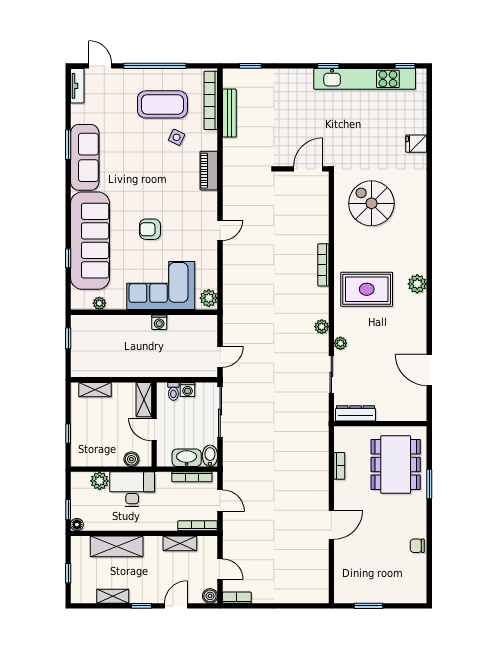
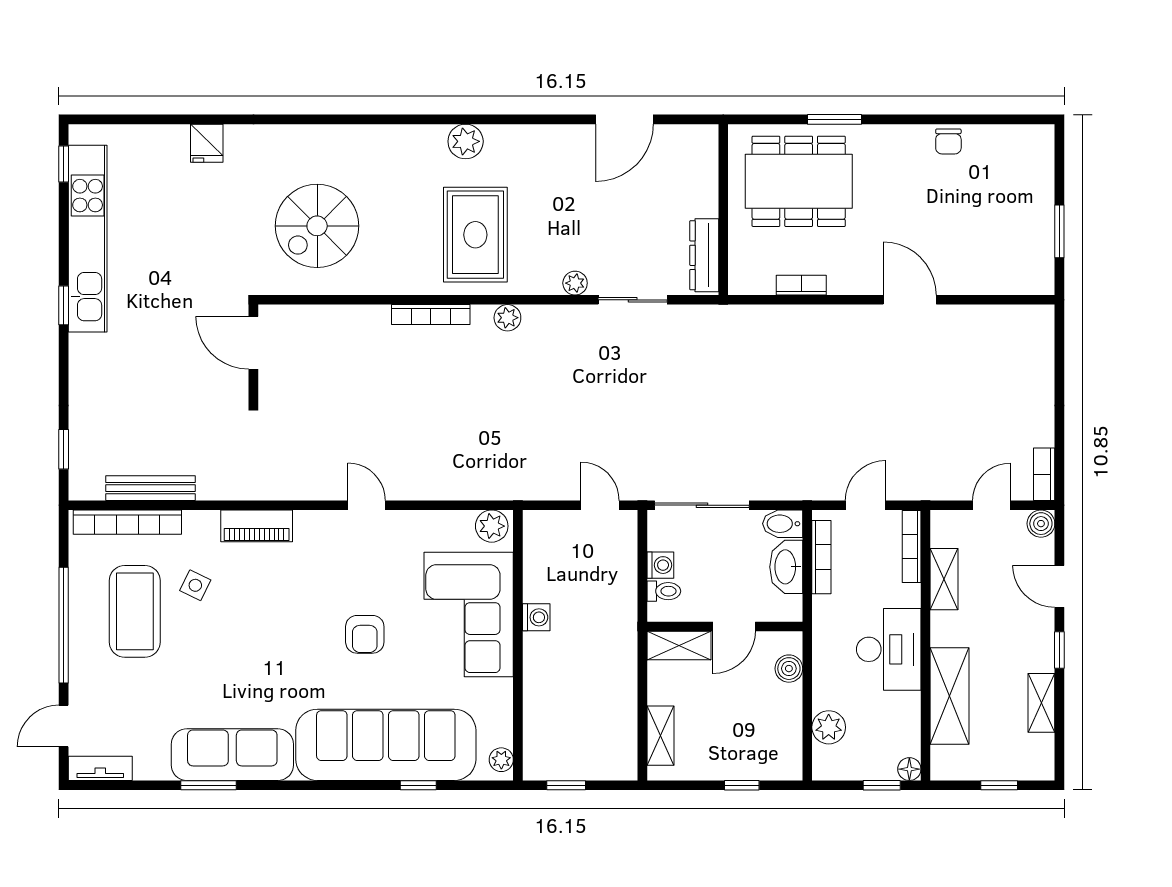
plant: (99, 303) -> (501, 760), moved
plant: (322, 327) -> (507, 318), moved
desk: (132, 489) -> (889, 649), moved, turned 180

